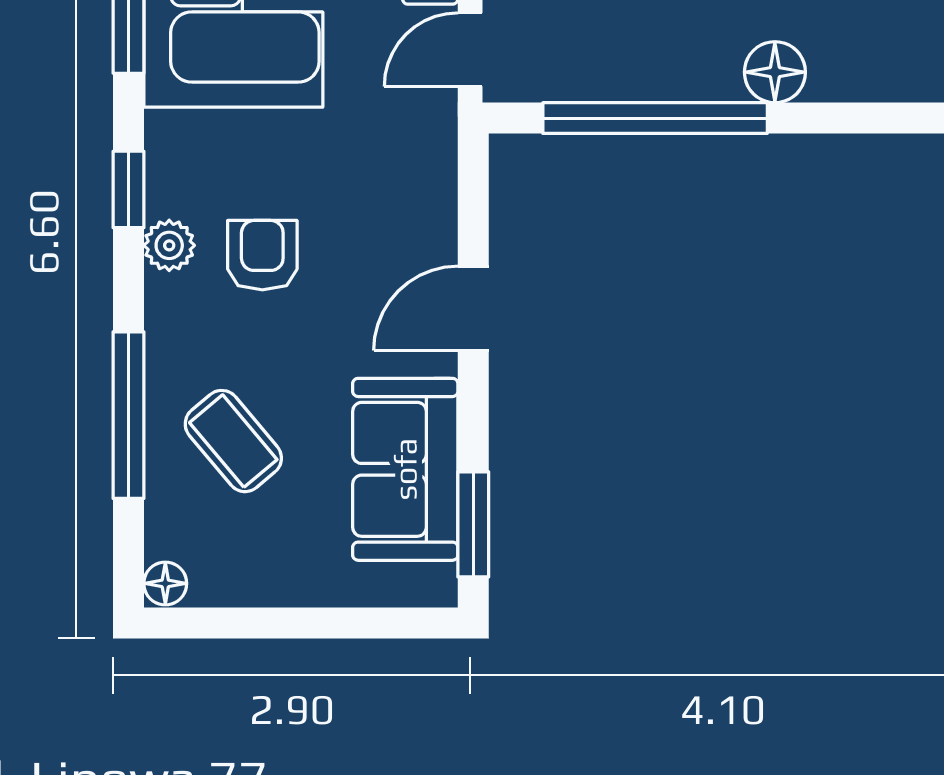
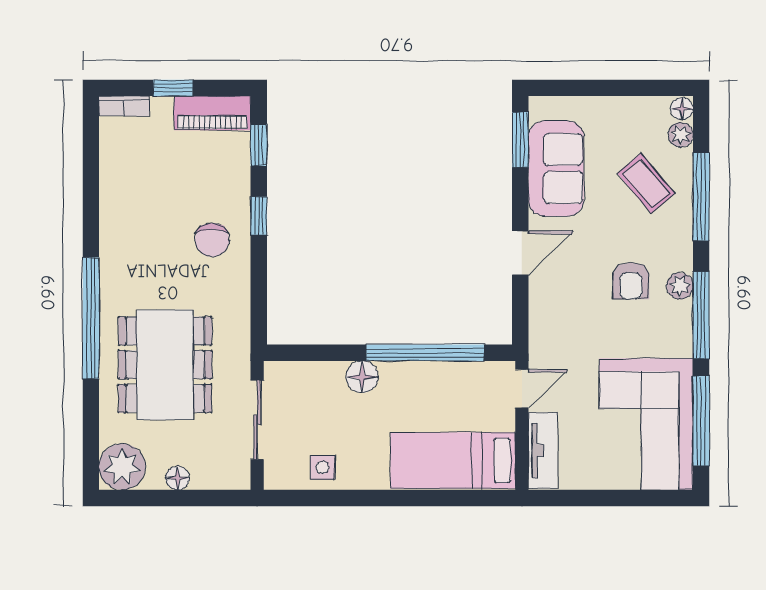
window: (128, 189) -> (701, 315), width x2.17
plant: (168, 533) -> (681, 135), added

